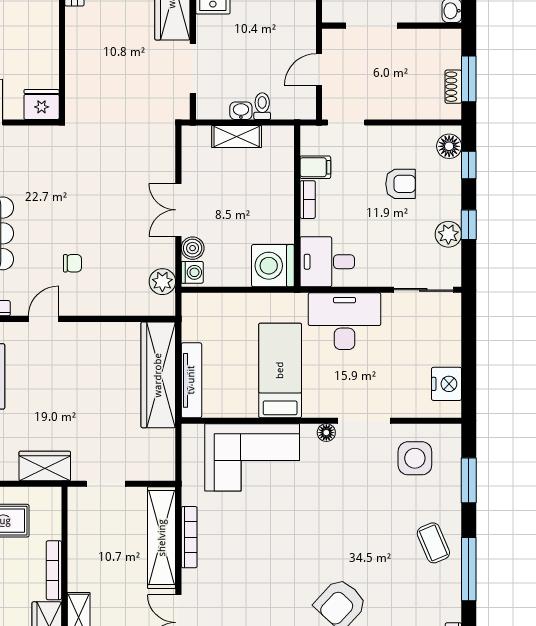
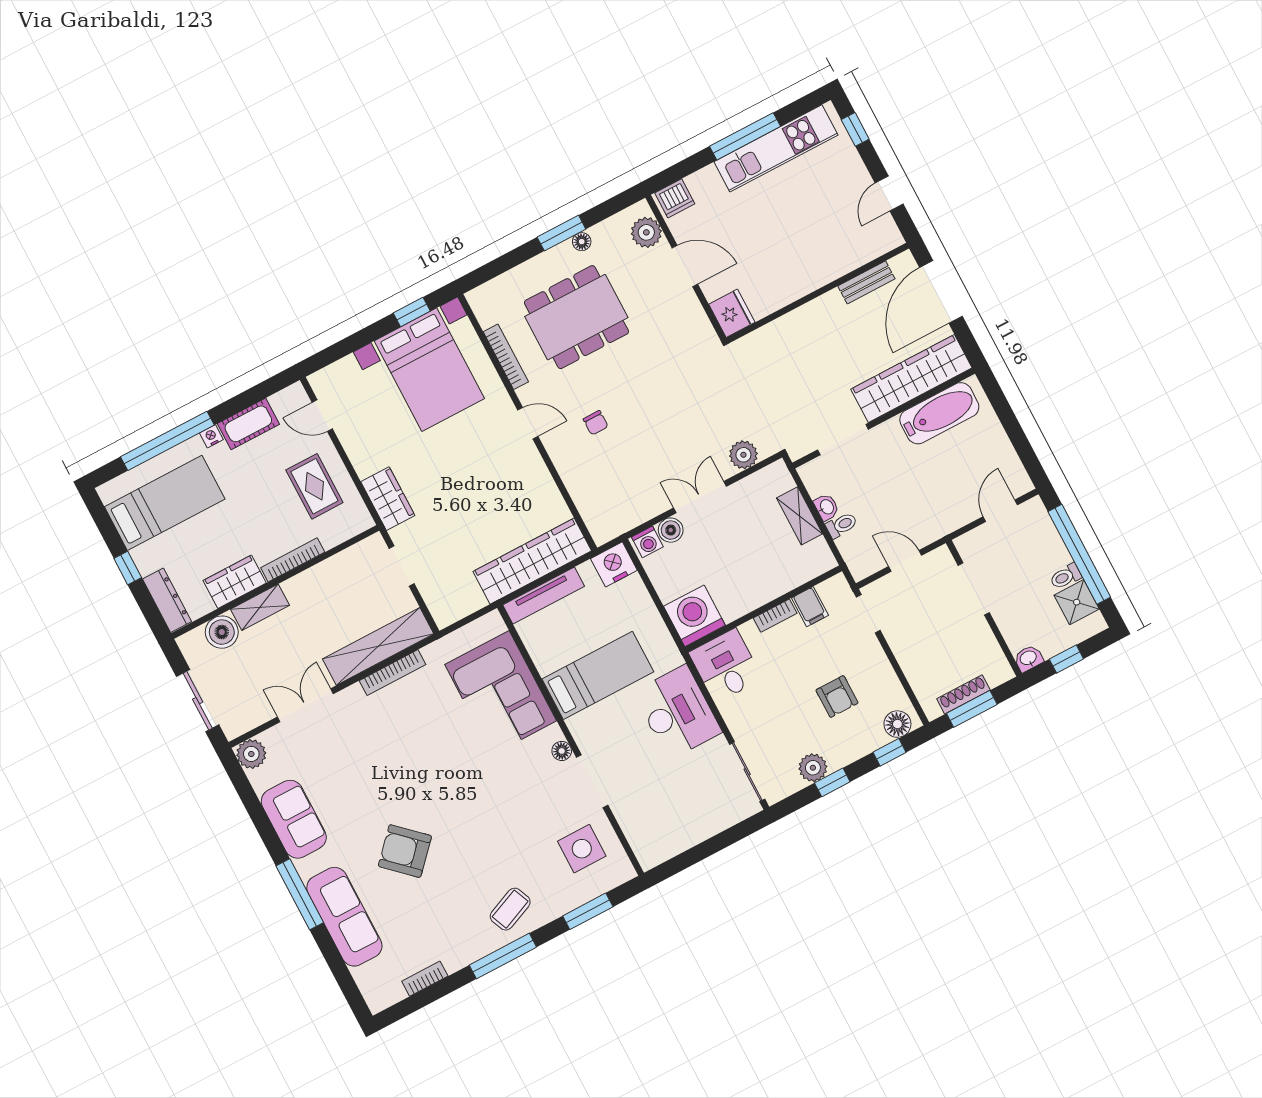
shoe rack: (453, 87) -> (963, 694), width x1.43
plant: (162, 282) -> (743, 455), moved
nightstand: (447, 384) -> (614, 564), moved, turned 180

